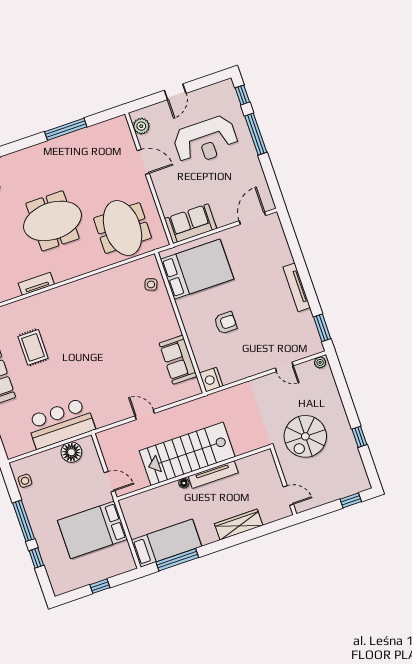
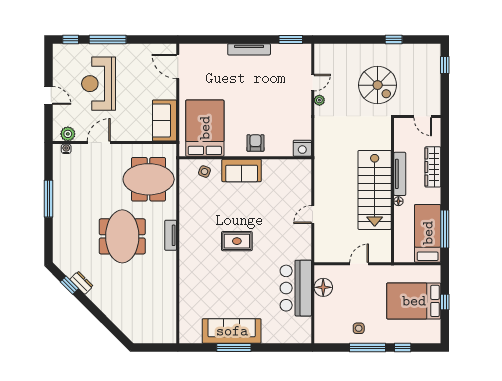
water cooler: (125, 130) -> (66, 149), added
reception desk: (206, 140) -> (99, 84), turned 180
tv unit: (36, 284) -> (171, 235), moved
armchair: (225, 323) -> (255, 143), moved
rug: (33, 347) -> (237, 241), moved
sofa: (178, 360) -> (242, 170), moved
plant: (320, 362) -> (319, 100), moved
stairs: (187, 454) -> (375, 190), moved
wall: (194, 473) -> (392, 190), moved
tv unit: (213, 475) -> (400, 174), moved
side table: (25, 481) -> (359, 328), moved
floor lamp: (184, 483) -> (398, 201), moved
door: (288, 496) -> (423, 116), swing flipped
bed: (93, 530) -> (414, 301), moved, turned 90

